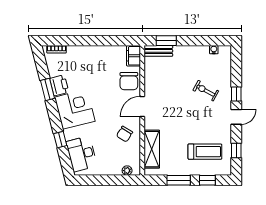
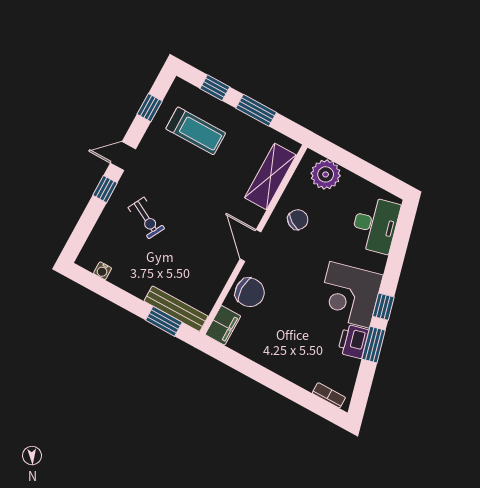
bench: (158, 51) -> (176, 309), width x1.36
chair: (129, 81) -> (250, 292), turned 90
door: (142, 106) -> (250, 245), swing flipped
window: (60, 140) -> (383, 307), moved
treadmill: (205, 152) -> (196, 131), turned 180
plant: (127, 171) -> (326, 174), width x1.87, depth x1.87

